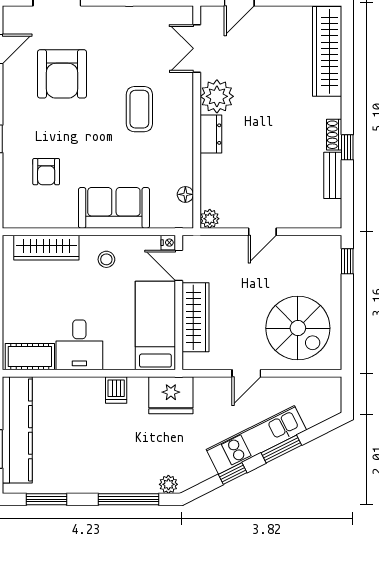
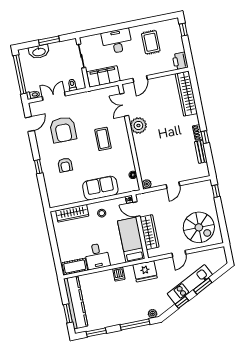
dresser: (211, 134) -> (139, 144), removed
armchair: (46, 172) -> (65, 165), moved

